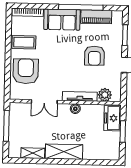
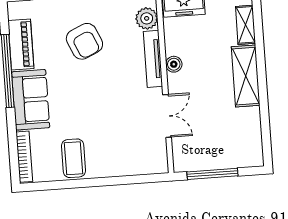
armchair: (94, 56) -> (84, 41), turned 66
armchair: (26, 71) -> (120, 151), removed
shelving: (33, 153) -> (245, 25), moved

